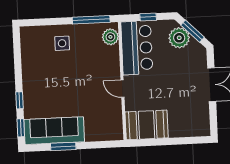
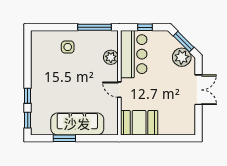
plant: (110, 37) -> (111, 57), moved
plant: (179, 38) -> (182, 57), moved
sofa: (54, 131) -> (77, 124), moved

